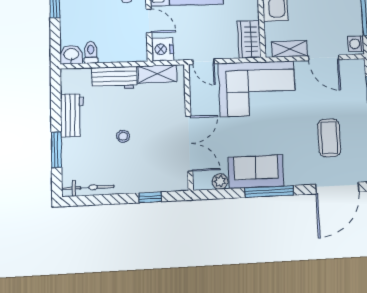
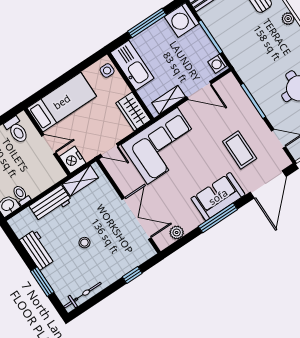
sofa: (256, 172) -> (218, 197), moved

